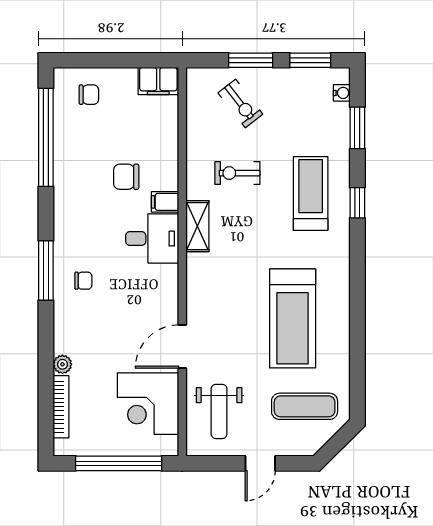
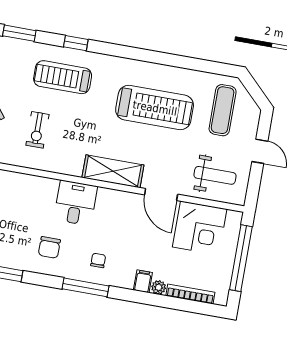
chair: (126, 177) -> (49, 247), moved
filing cabinet: (165, 202) -> (143, 281), moved, turned 180
shelving: (197, 226) -> (113, 171), moved, width x1.50, depth x1.33

